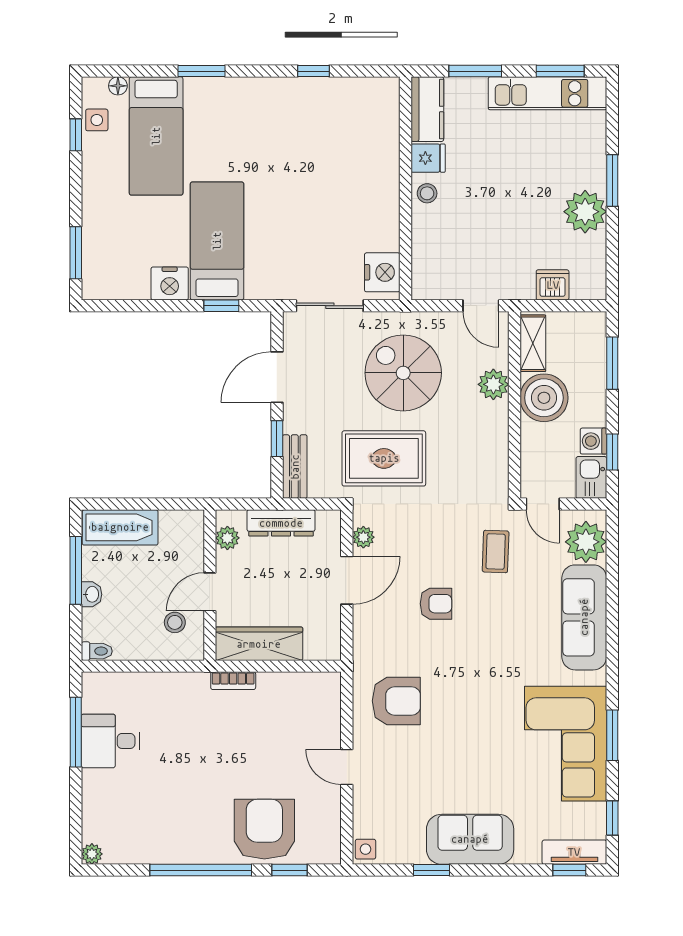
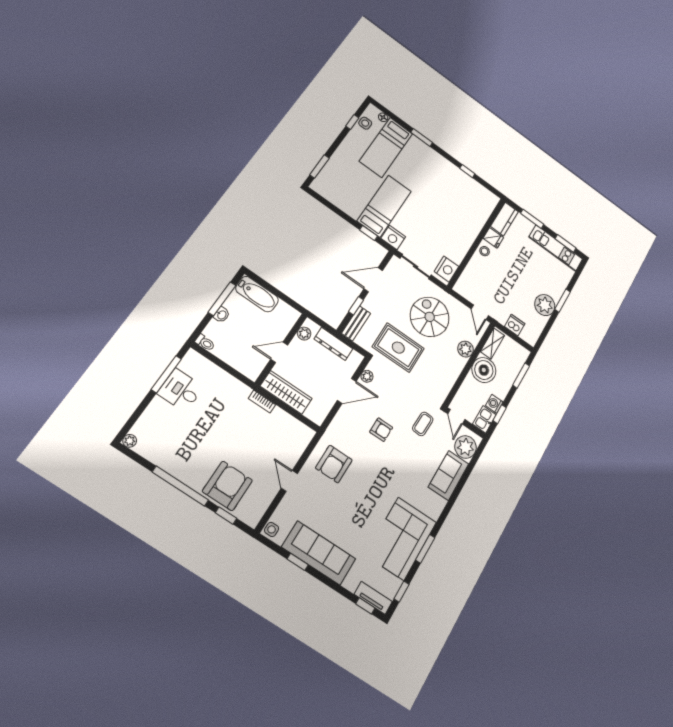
nightstand: (170, 283) -> (393, 237), moved
sofa: (584, 617) -> (449, 475), width x0.73
stool: (175, 622) -> (253, 355), removed
armchair: (396, 701) -> (334, 464), turned 90
sofa: (470, 839) -> (319, 553), width x1.36

